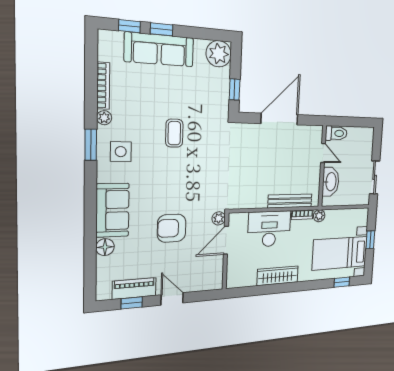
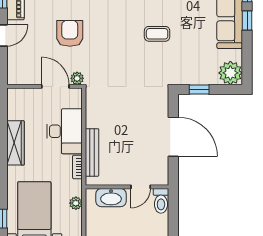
plant: (319, 216) -> (76, 203), moved

